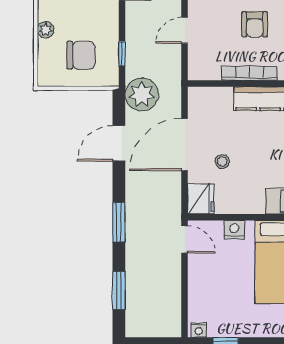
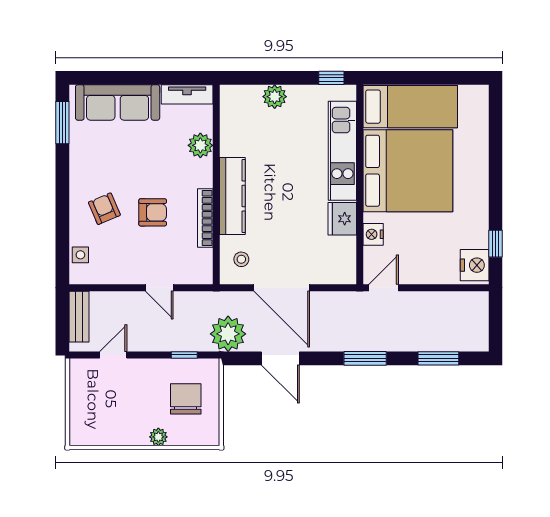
stool: (222, 161) -> (241, 259), moved
fridge: (201, 199) -> (342, 219), moved, turned -90
nightstand: (199, 330) -> (475, 265), width x1.89, depth x1.79

